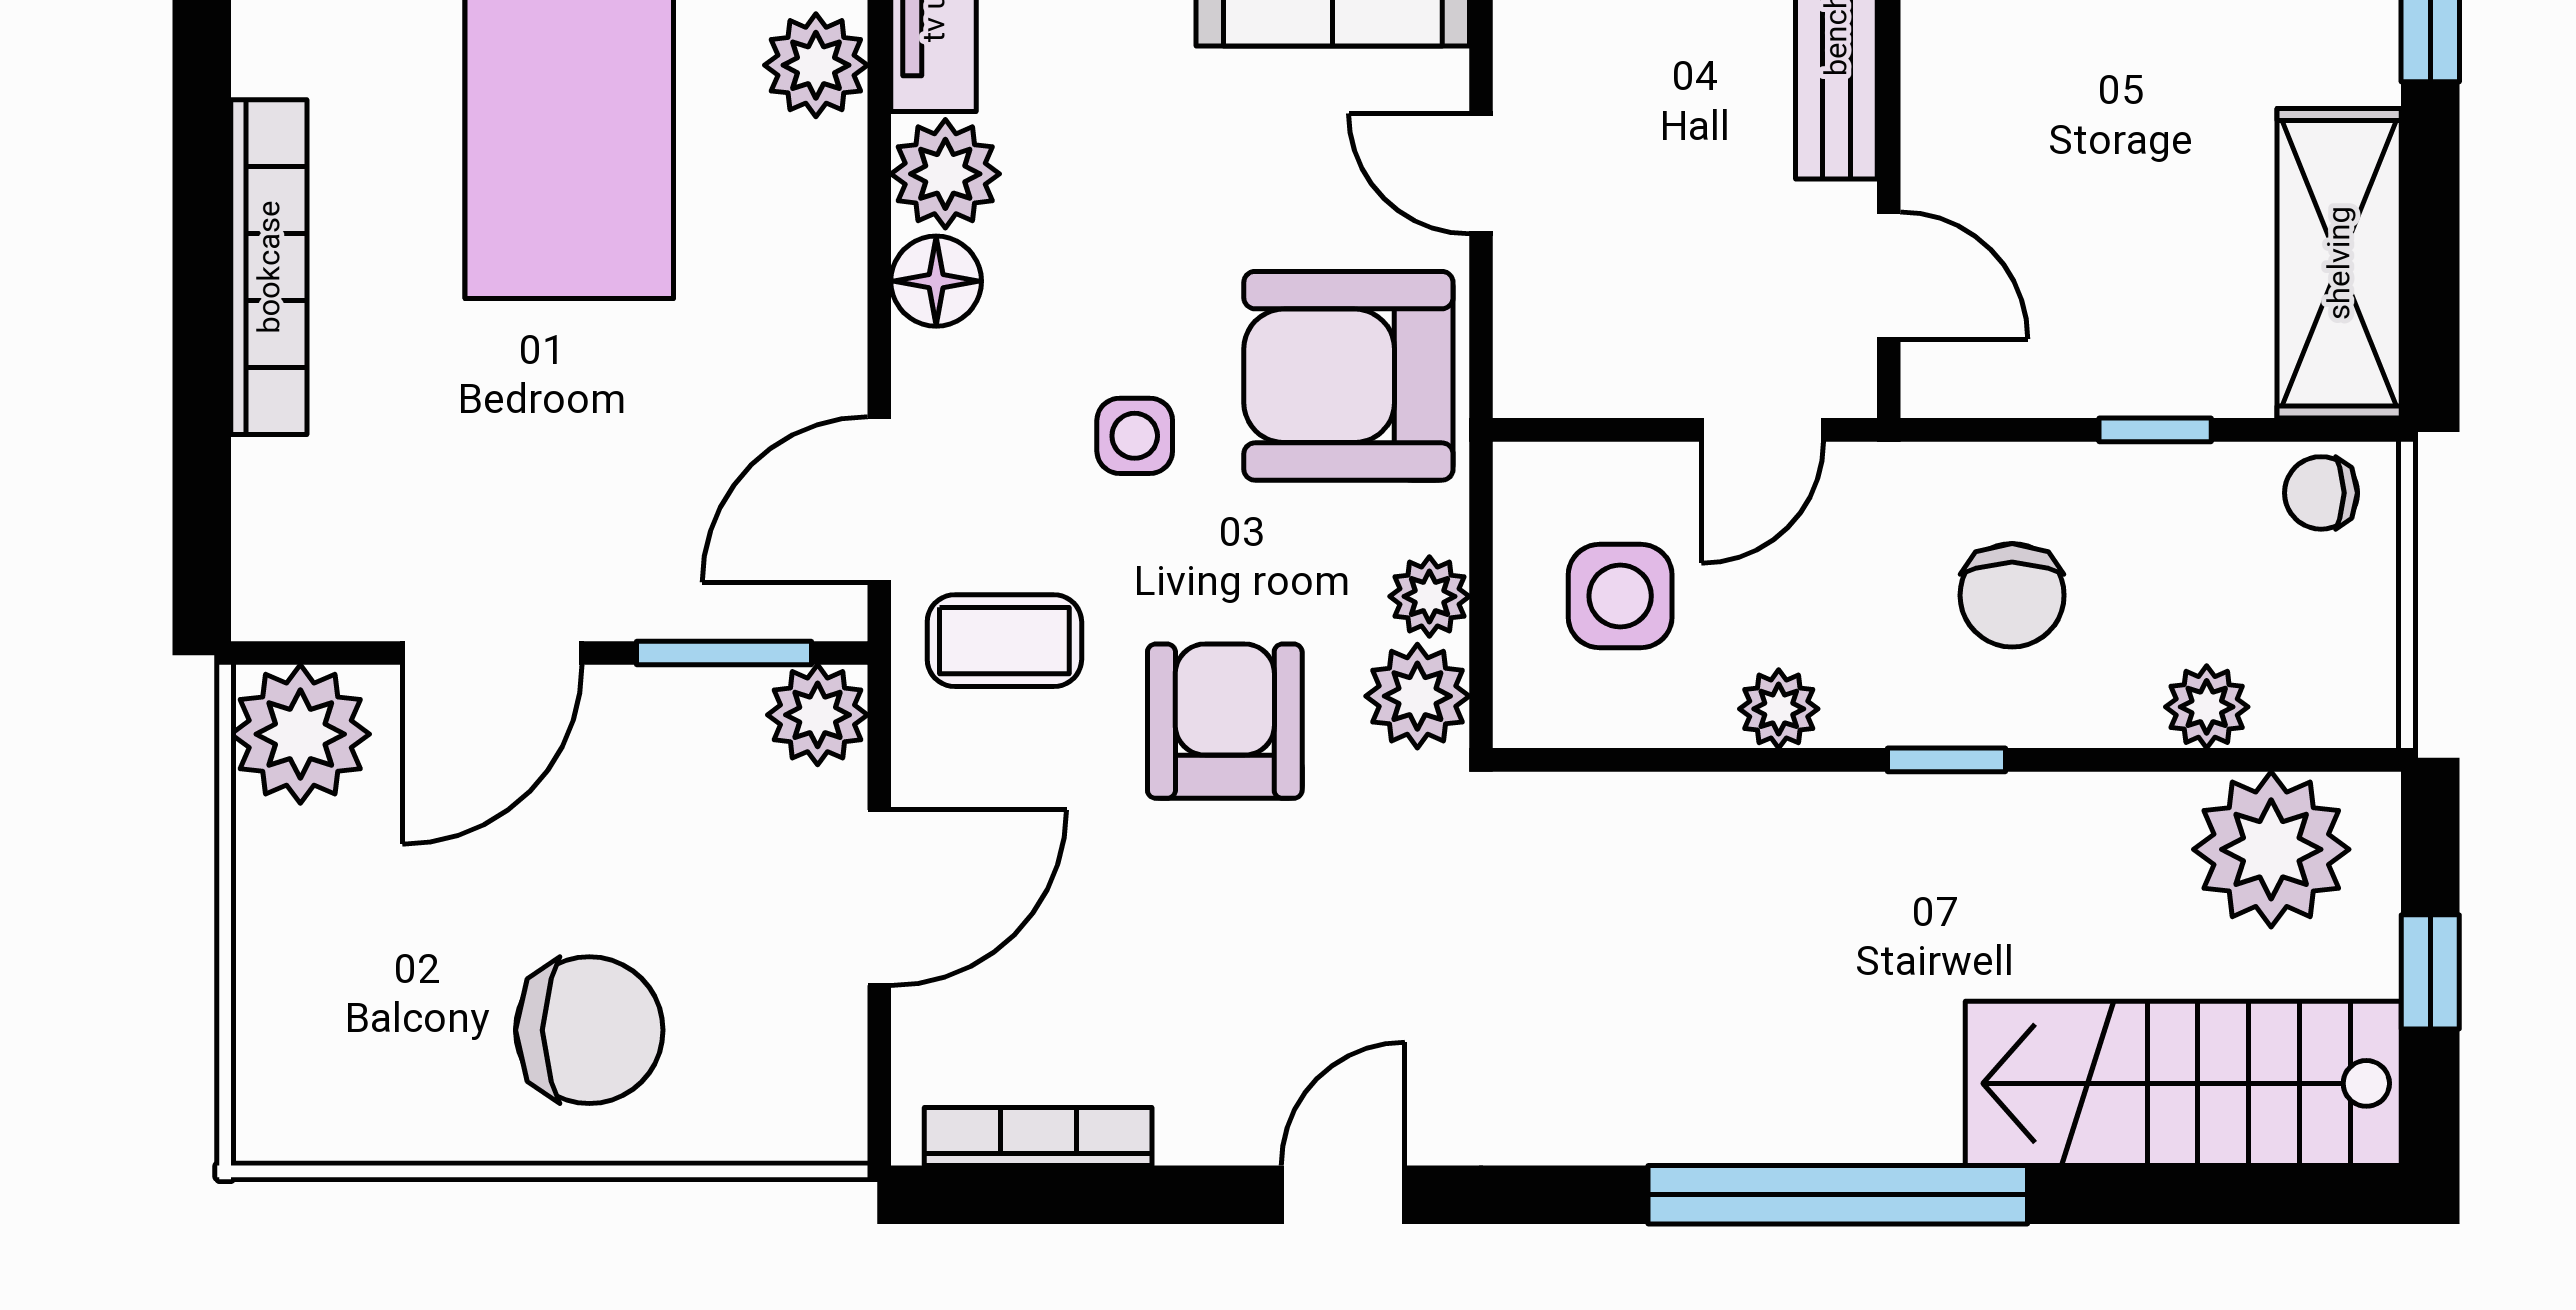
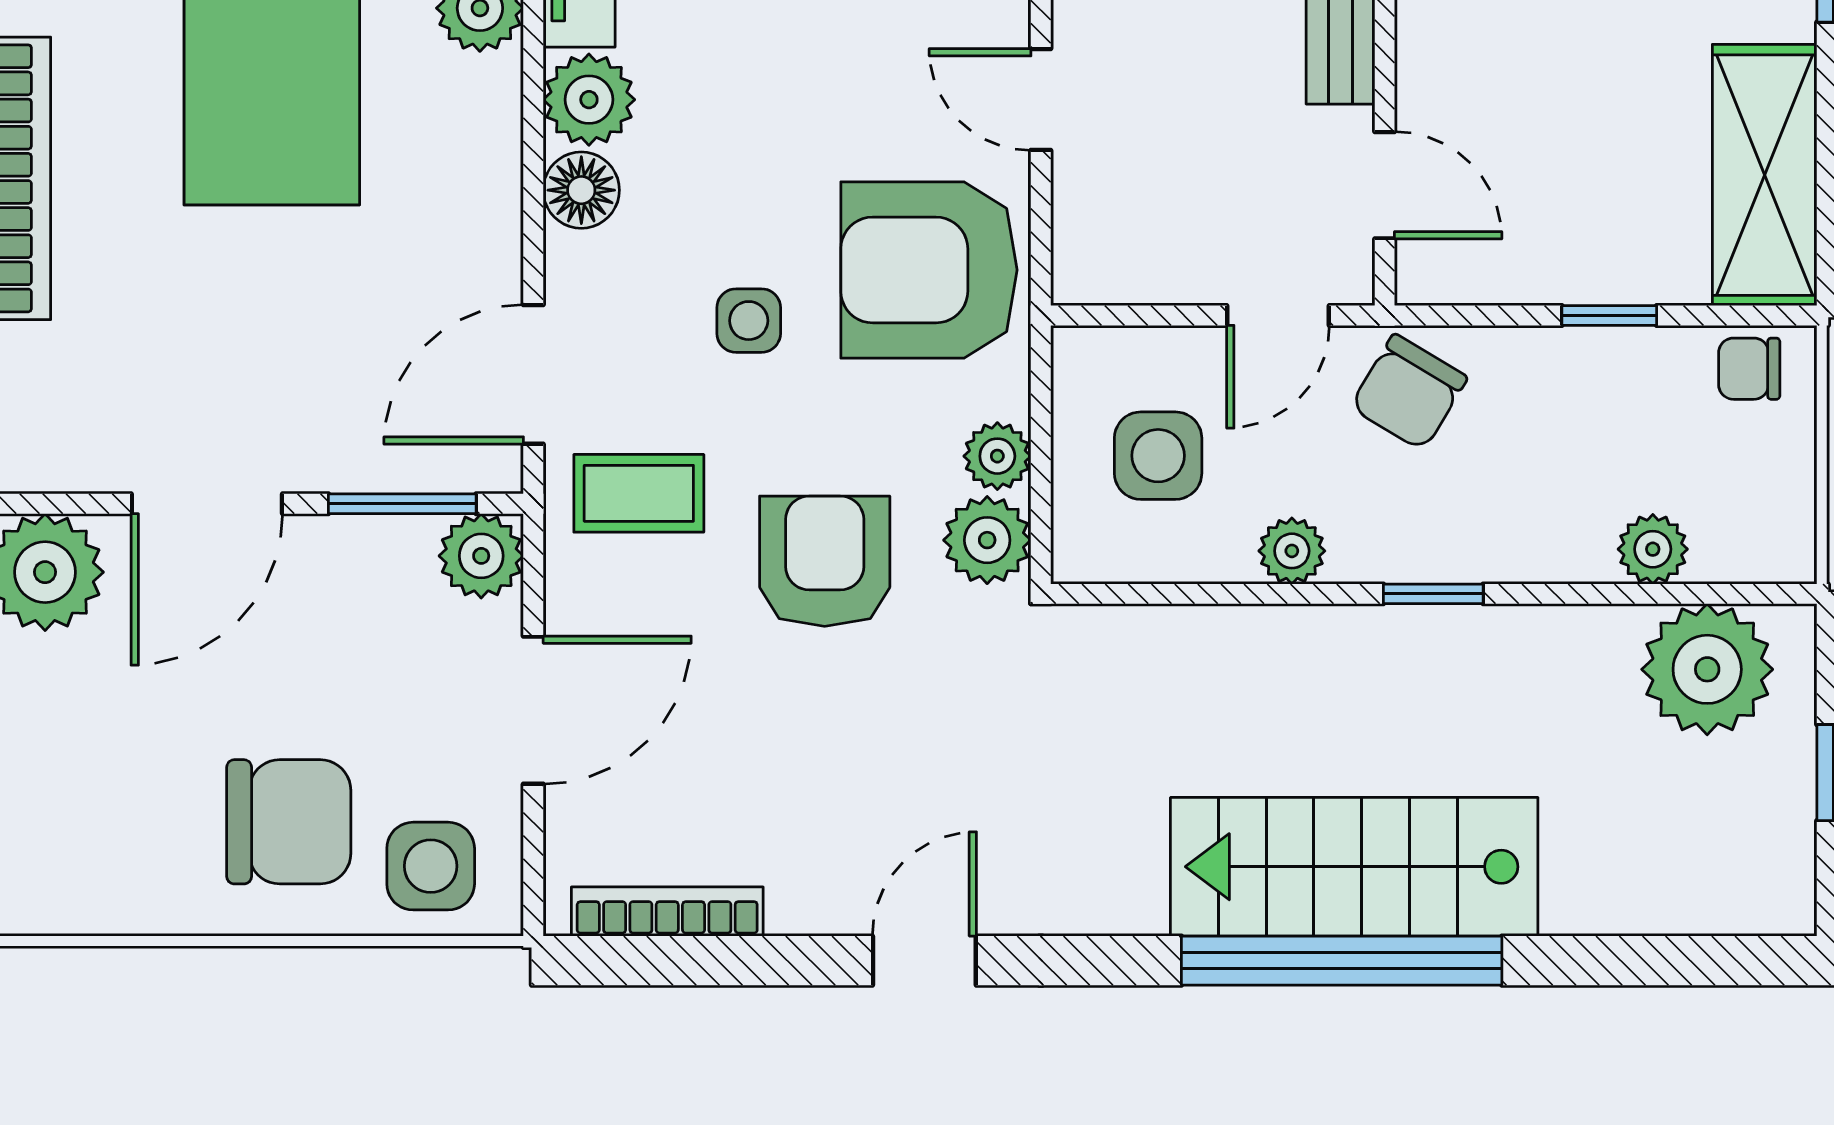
chair: (2012, 595) -> (1409, 392), moved, turned 31
side table: (758, 1083) -> (431, 866), added
stairs: (2183, 1083) -> (1354, 867), moved

